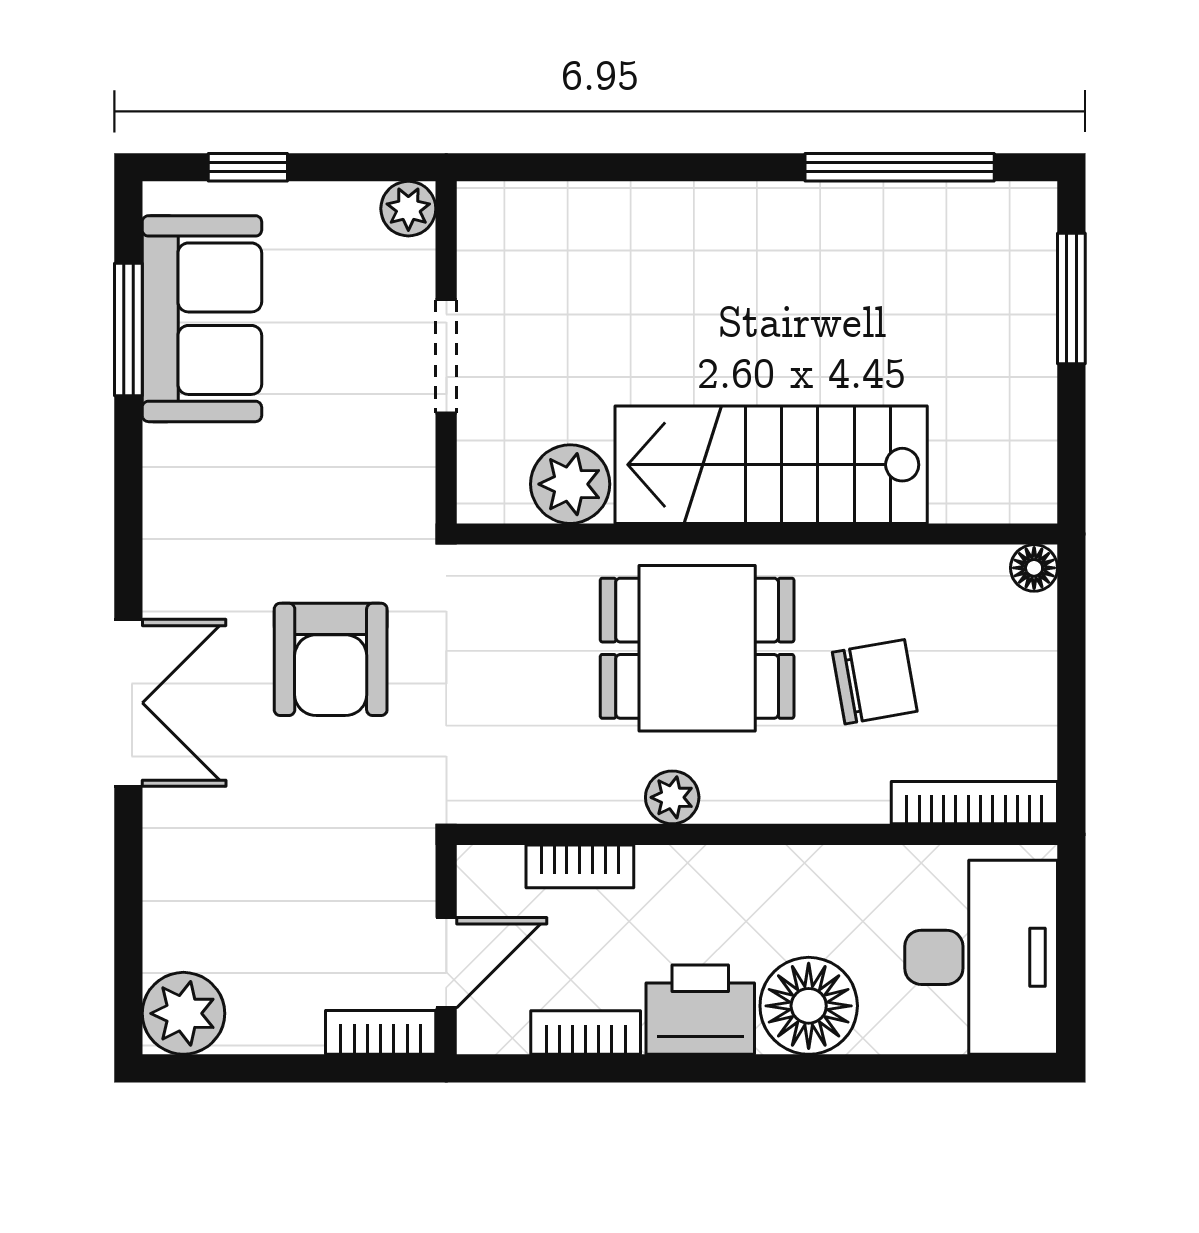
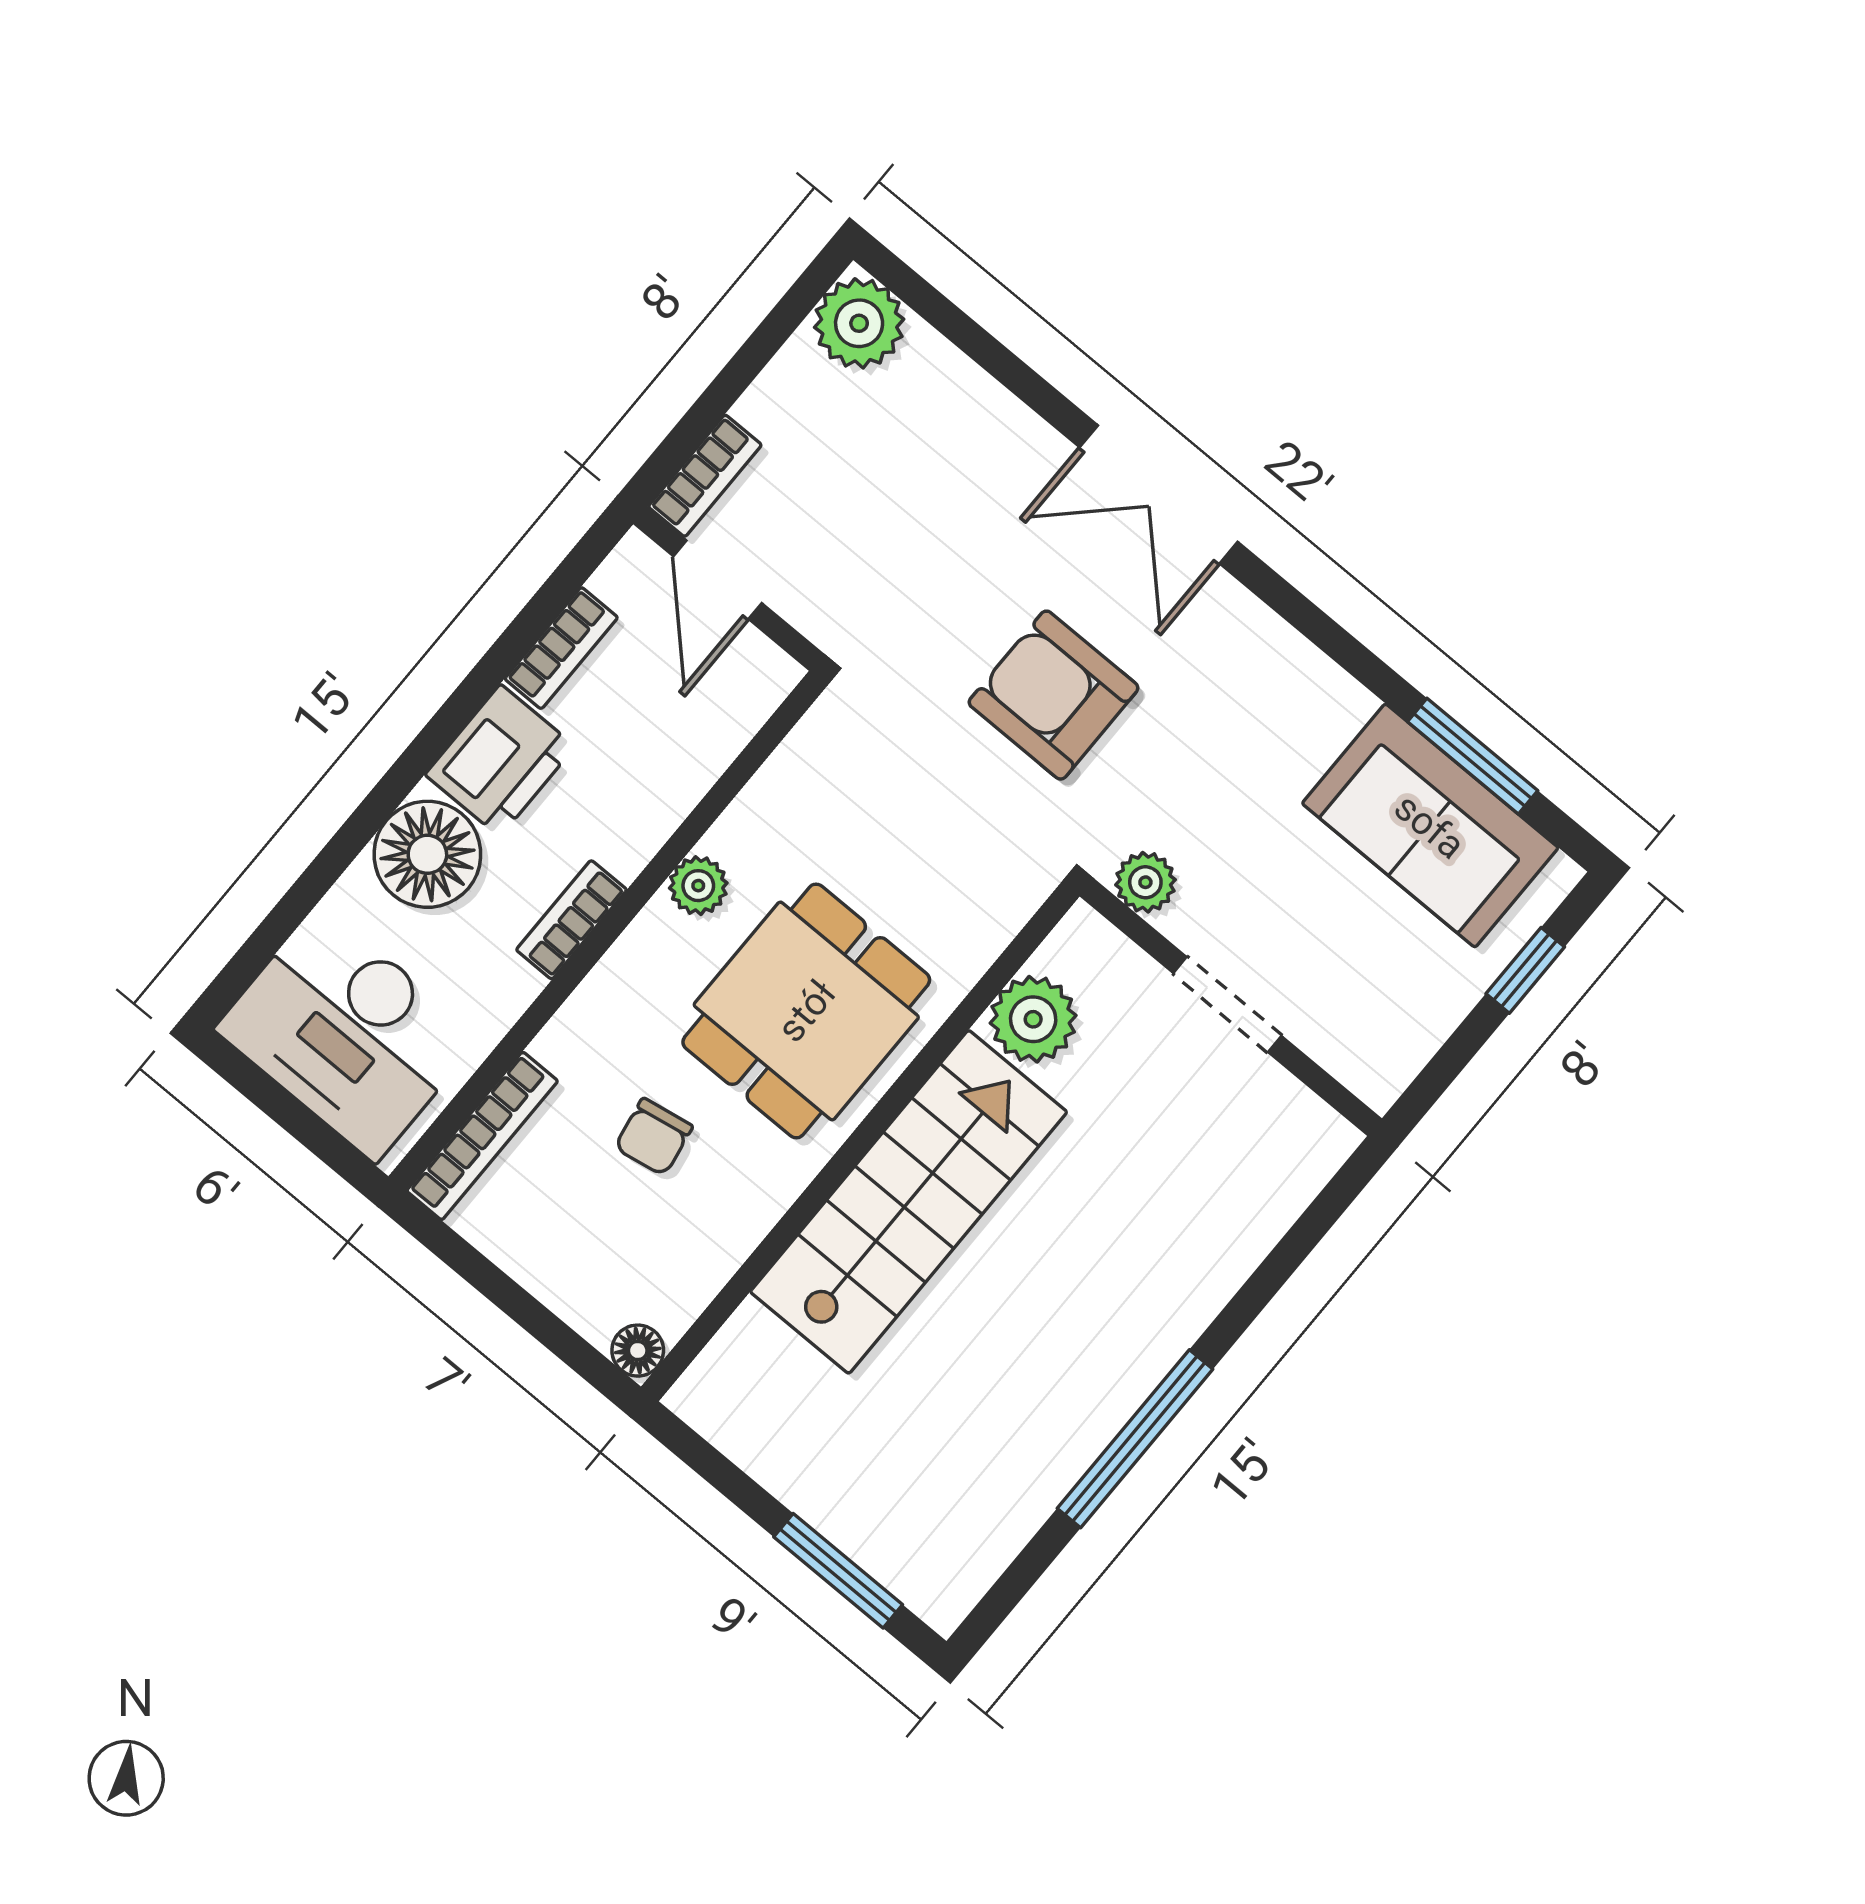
window: (900, 167) -> (1135, 1439), moved
plant: (408, 209) -> (1145, 882), moved
chair: (875, 682) -> (654, 1137), width x0.73, depth x0.73
bookcase: (580, 866) -> (571, 920), moved

